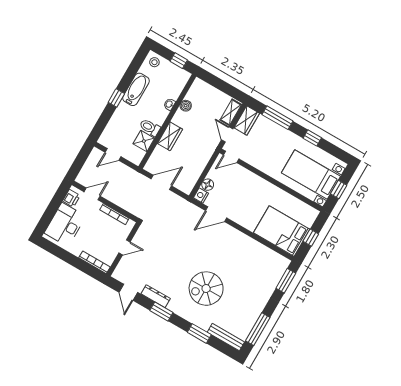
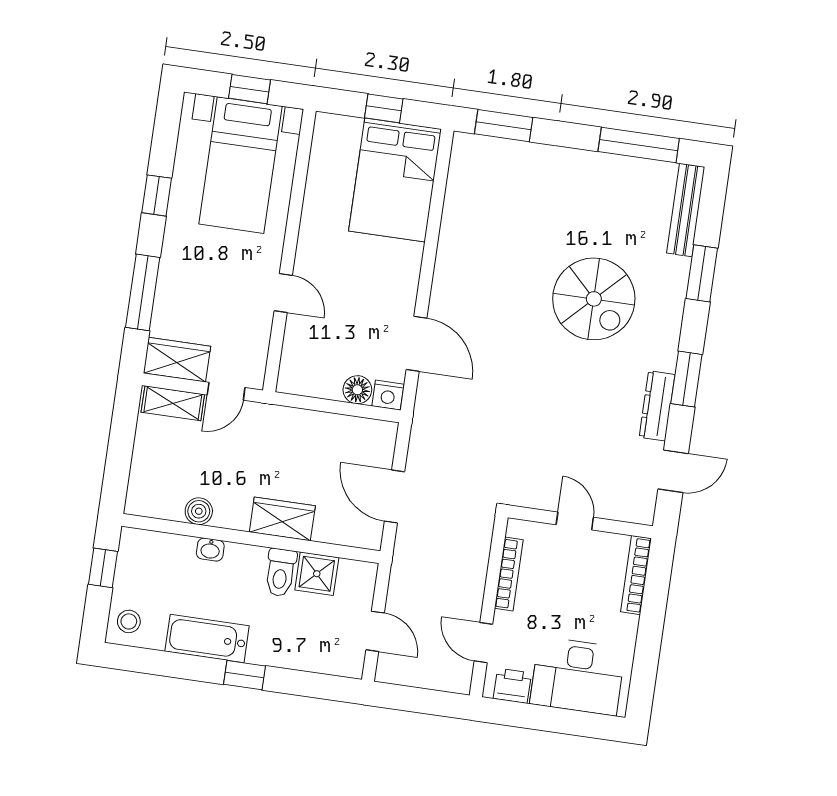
door: (231, 157) -> (283, 293), moved

